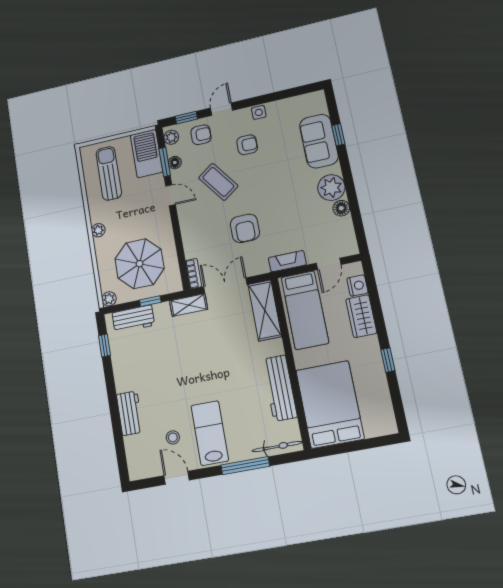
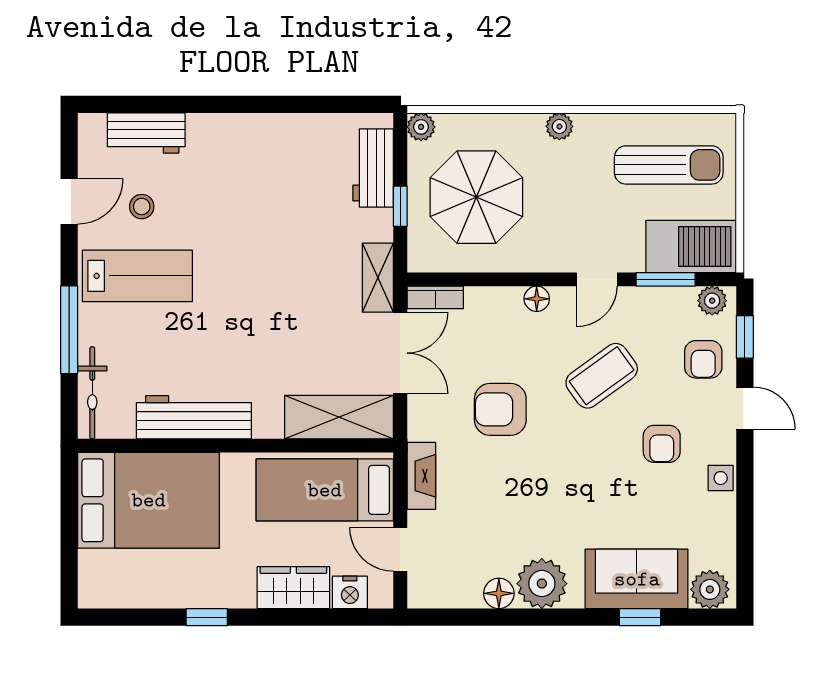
plant: (317, 104) -> (710, 589), added
floor lamp: (175, 163) -> (537, 299), moved
window: (105, 345) -> (334, 104), removed
workbench: (130, 413) -> (146, 133), moved

